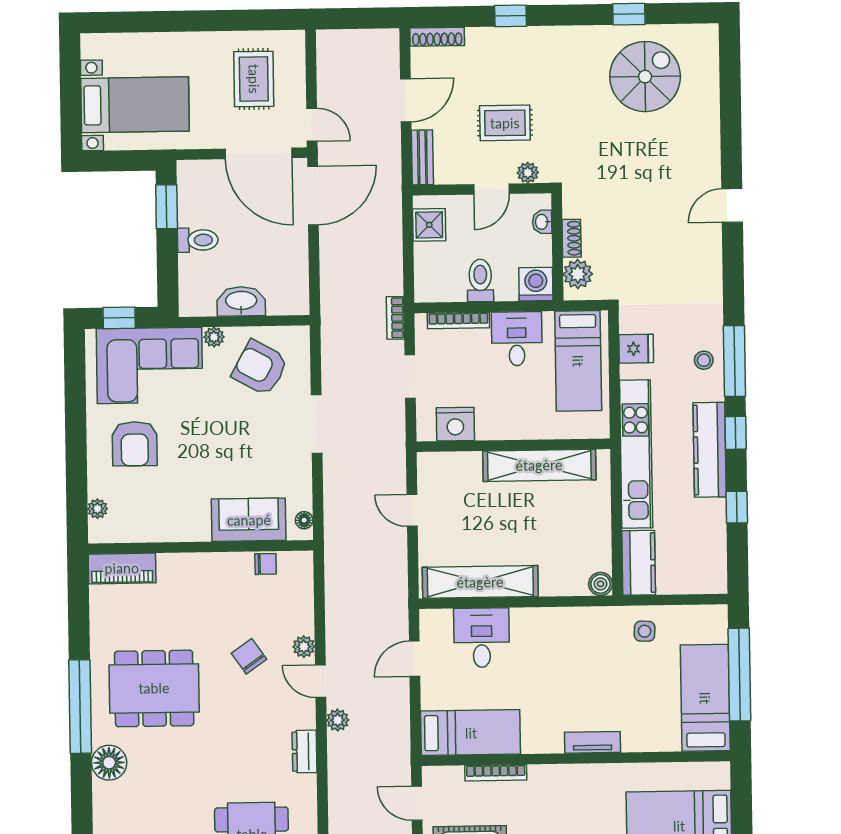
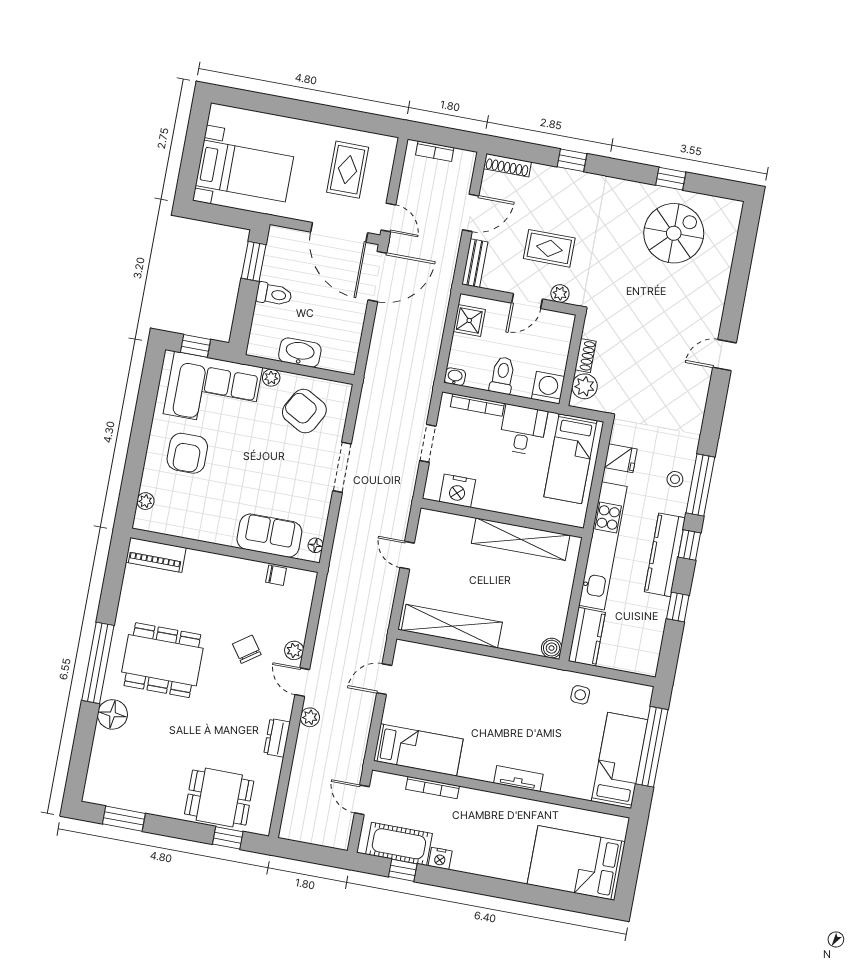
washbasin: (542, 222) -> (455, 377), moved, turned 90
bookcase: (395, 318) -> (435, 151), moved, turned -90
desk: (482, 638) -> (444, 673), removed

